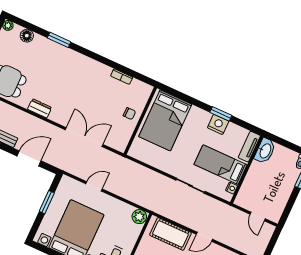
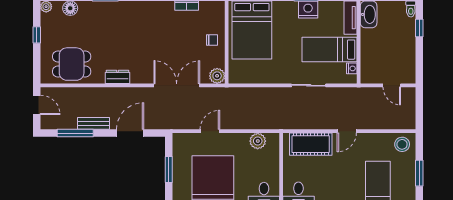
plant: (120, 144) -> (217, 76), added
plant: (139, 217) -> (258, 141), moved

